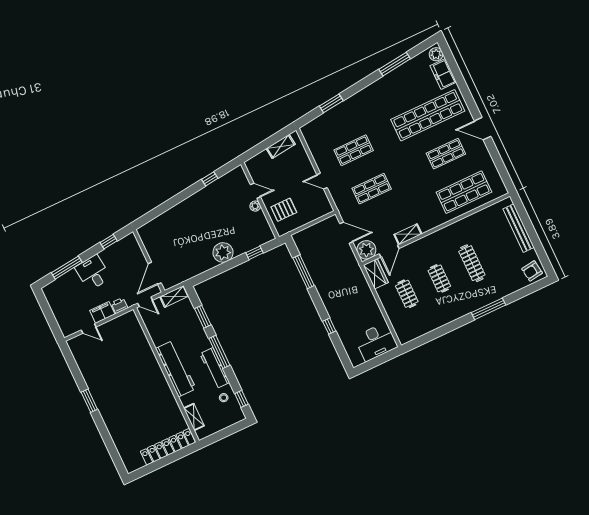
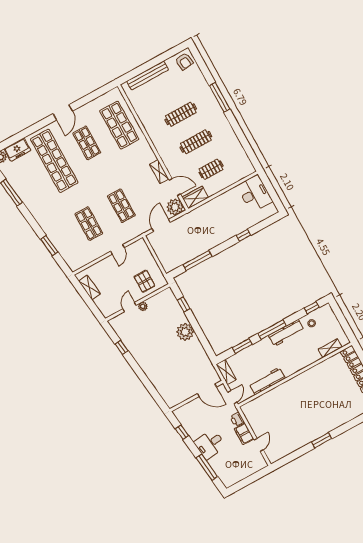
clothes rail: (439, 278) -> (196, 142), width x1.36
workbench: (176, 369) -> (267, 381), moved, width x0.73, depth x0.76

